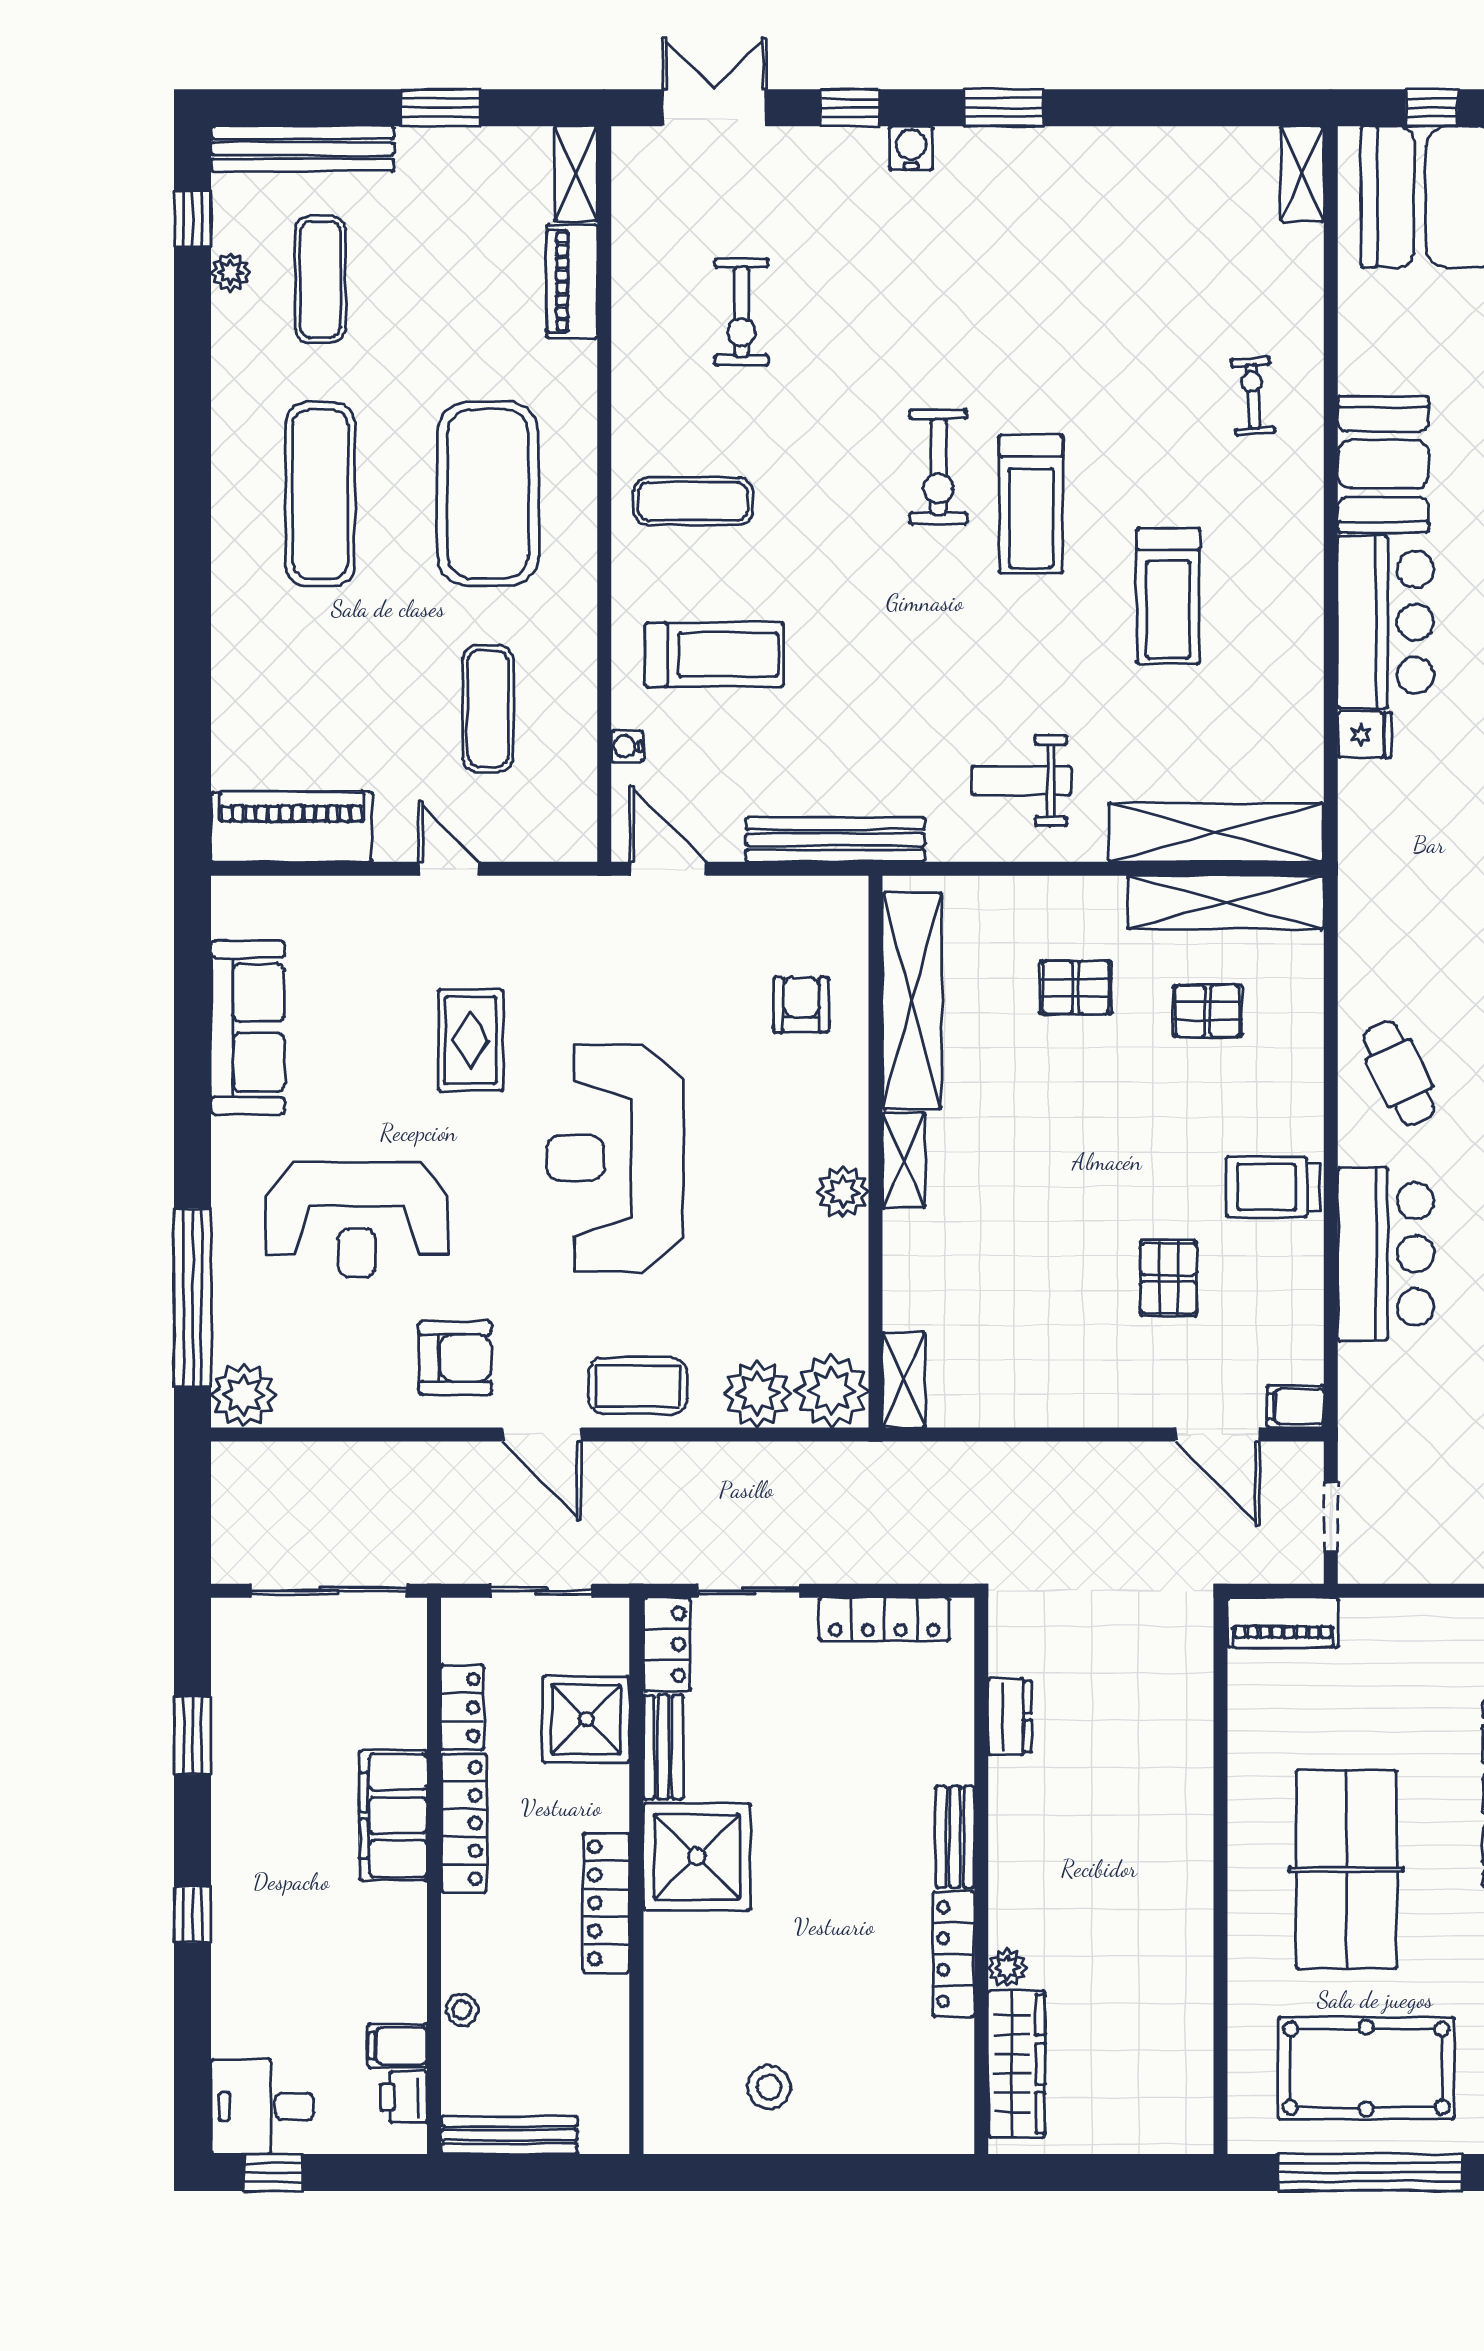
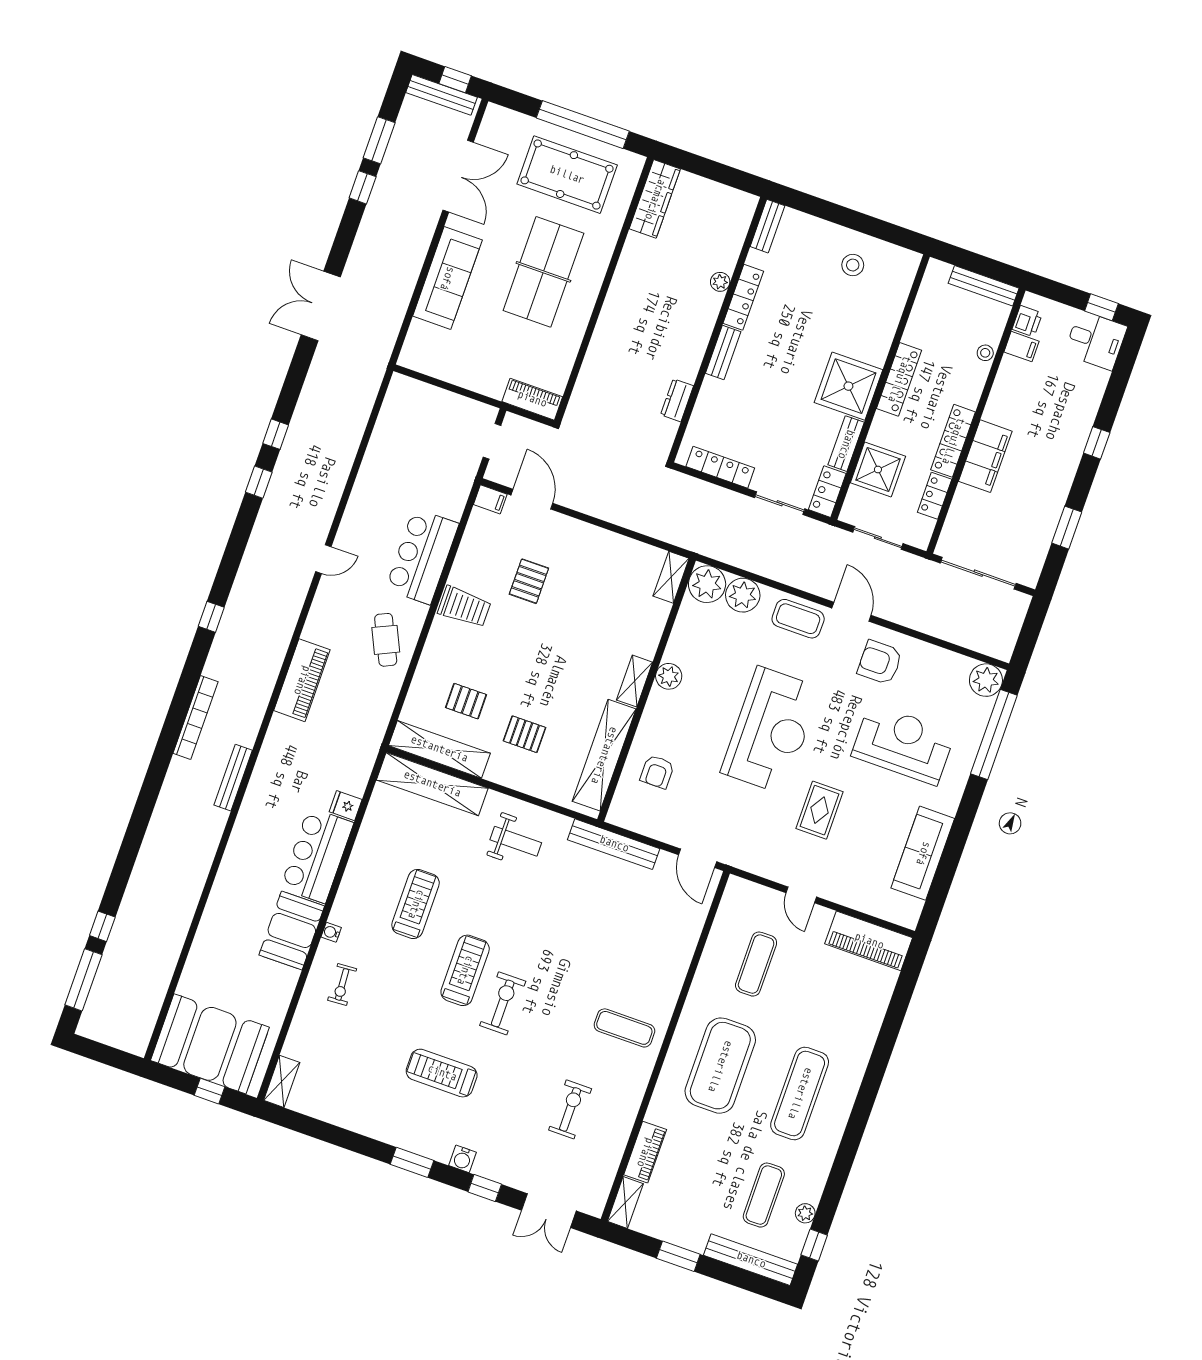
treadmill: (714, 655) -> (442, 1073), moved
water cooler: (627, 746) -> (331, 932), moved, turned 180
wardrobe: (1017, 2064) -> (655, 199), moved, turned 180
bench: (955, 2104) -> (767, 226), added

